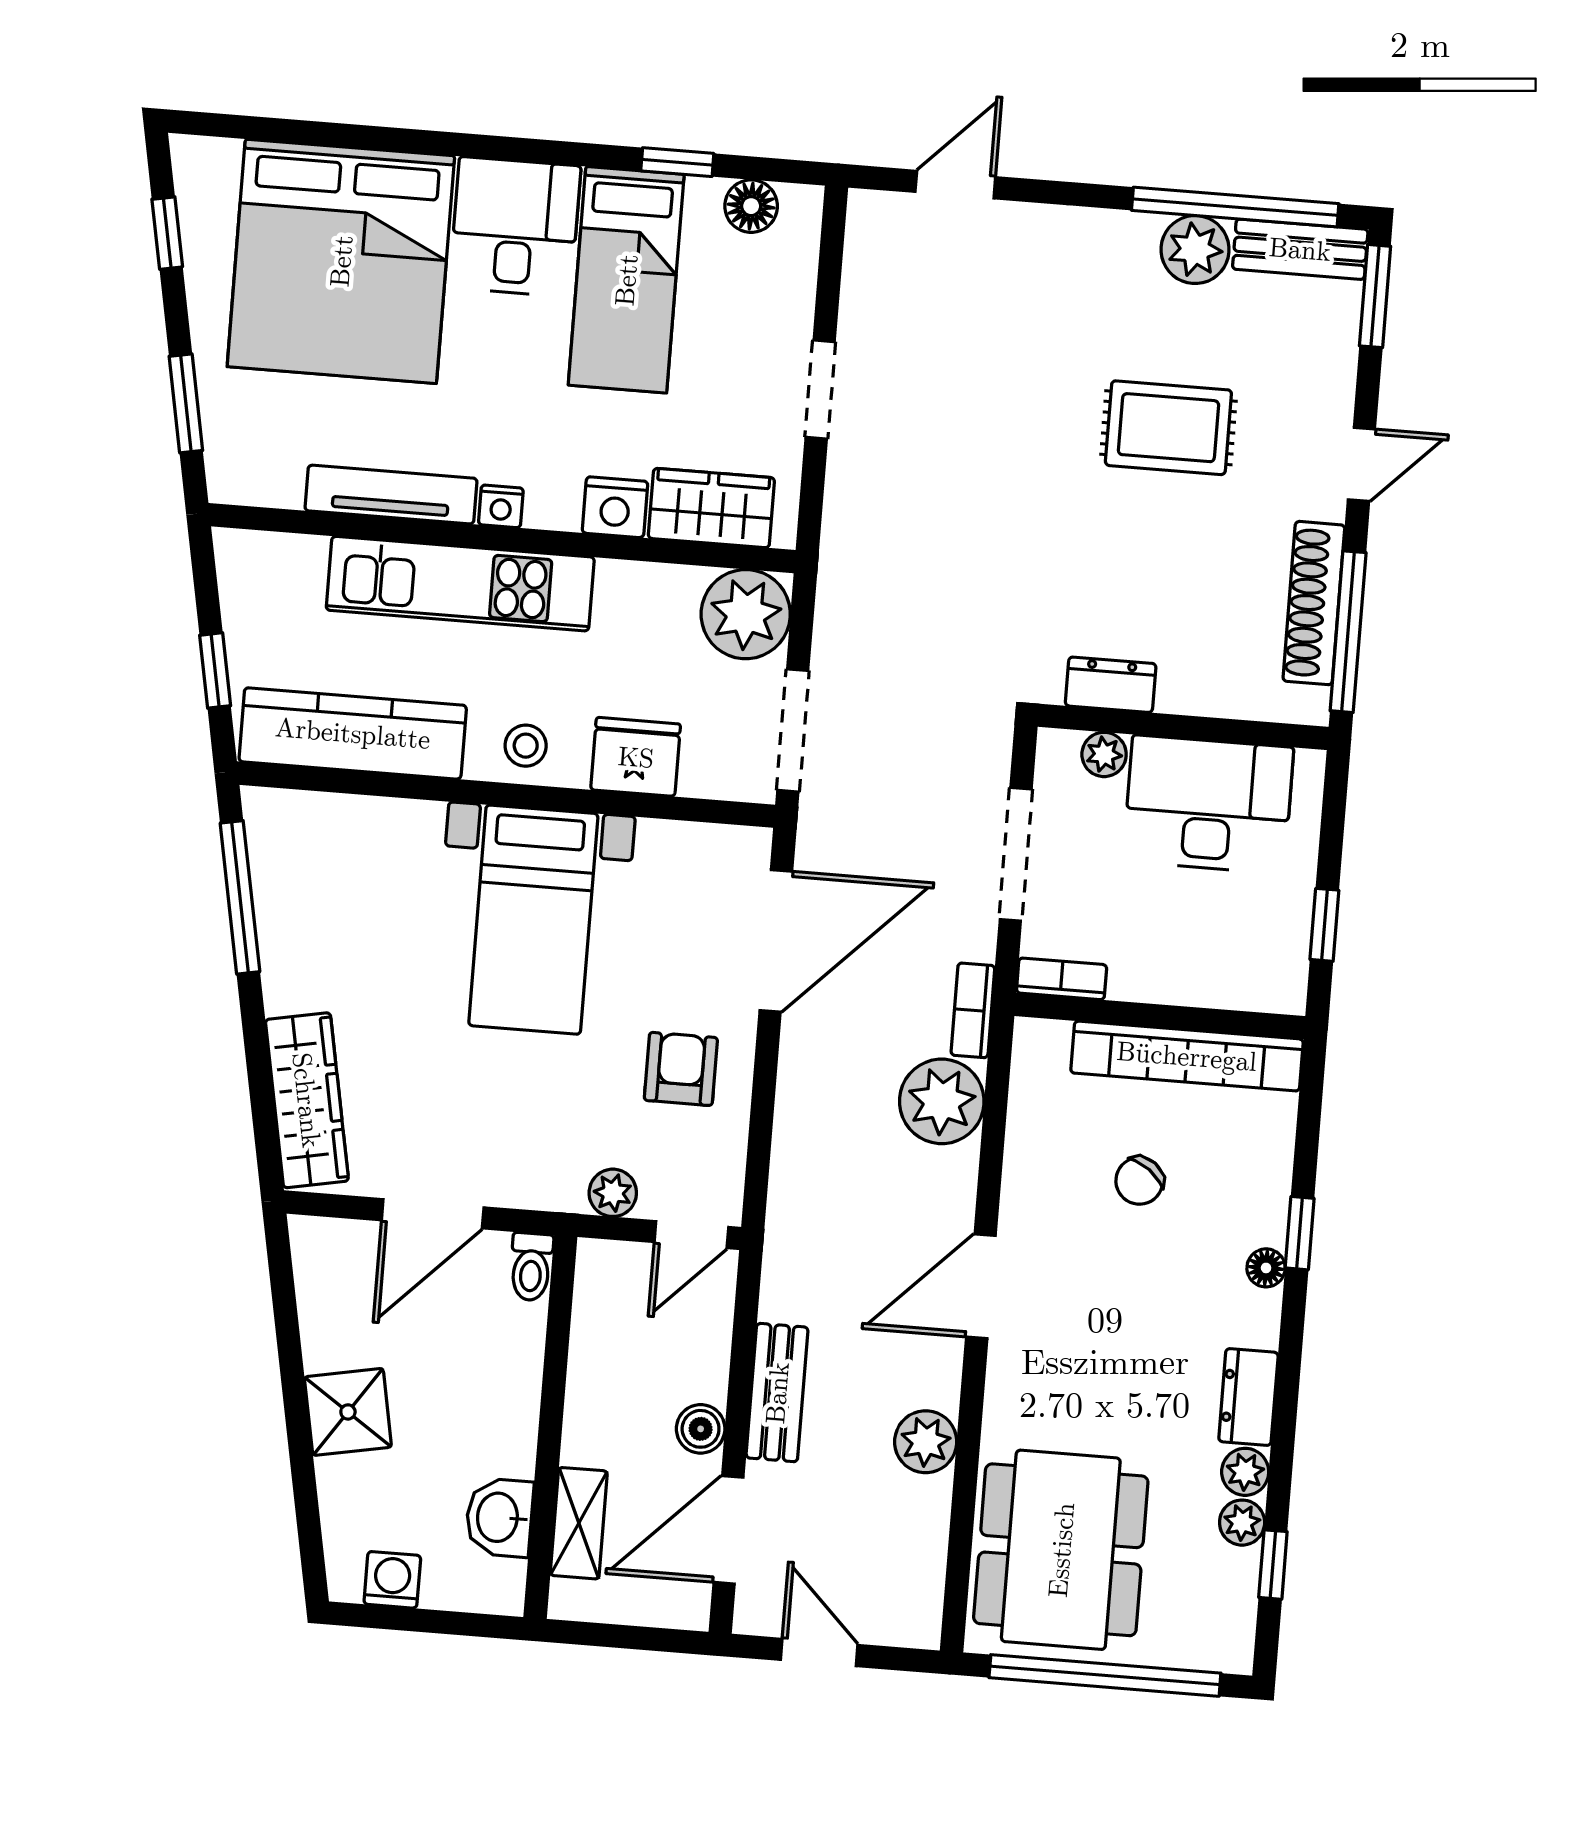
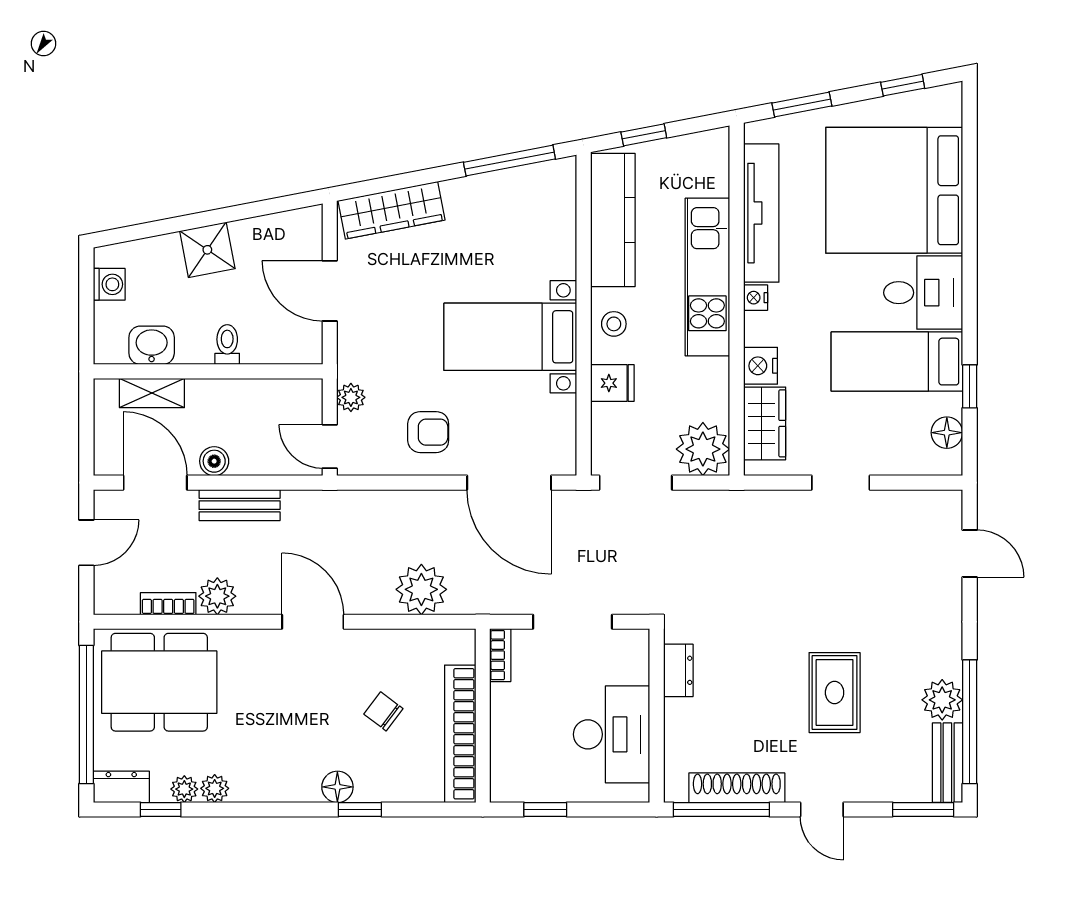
tv unit: (391, 495) -> (761, 213), width x1.36, depth x1.29
plant: (1104, 754) -> (636, 670), removed
fridge: (636, 757) -> (612, 383), width x0.72
bookcase: (973, 1010) -> (168, 604), moved
toilet: (531, 1267) -> (227, 345), moved, turned 90
floor lamp: (1266, 1268) -> (337, 787), width x1.37, depth x1.37
dresser: (1248, 1397) -> (121, 787), moved

